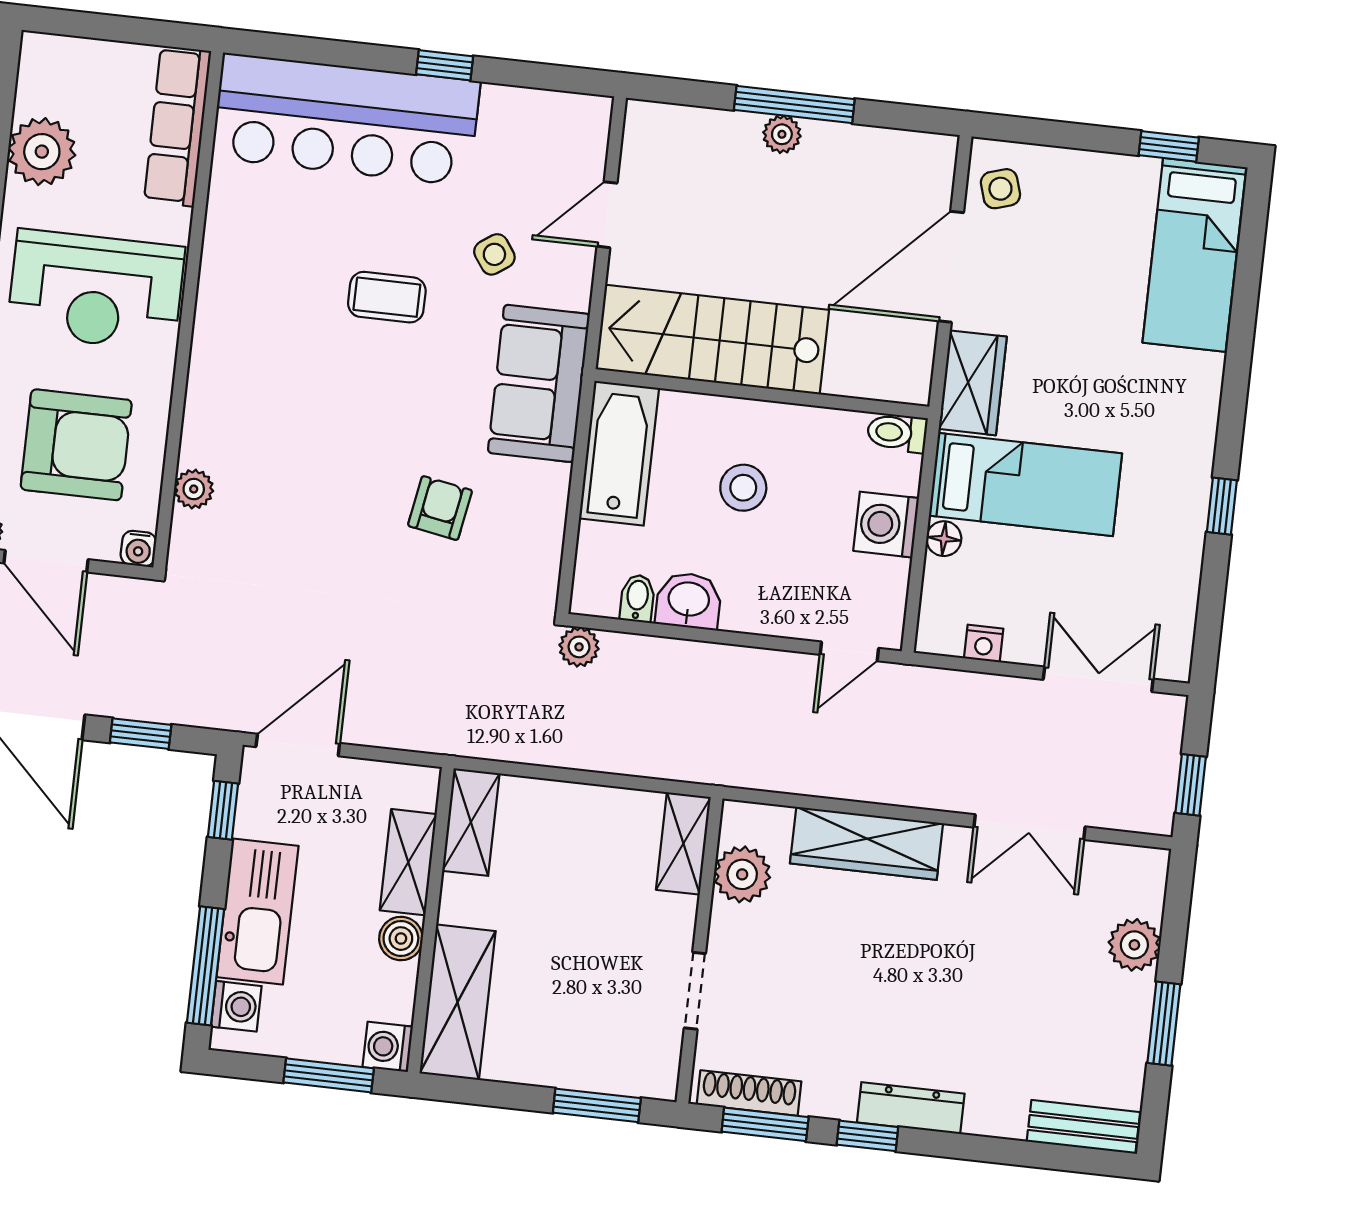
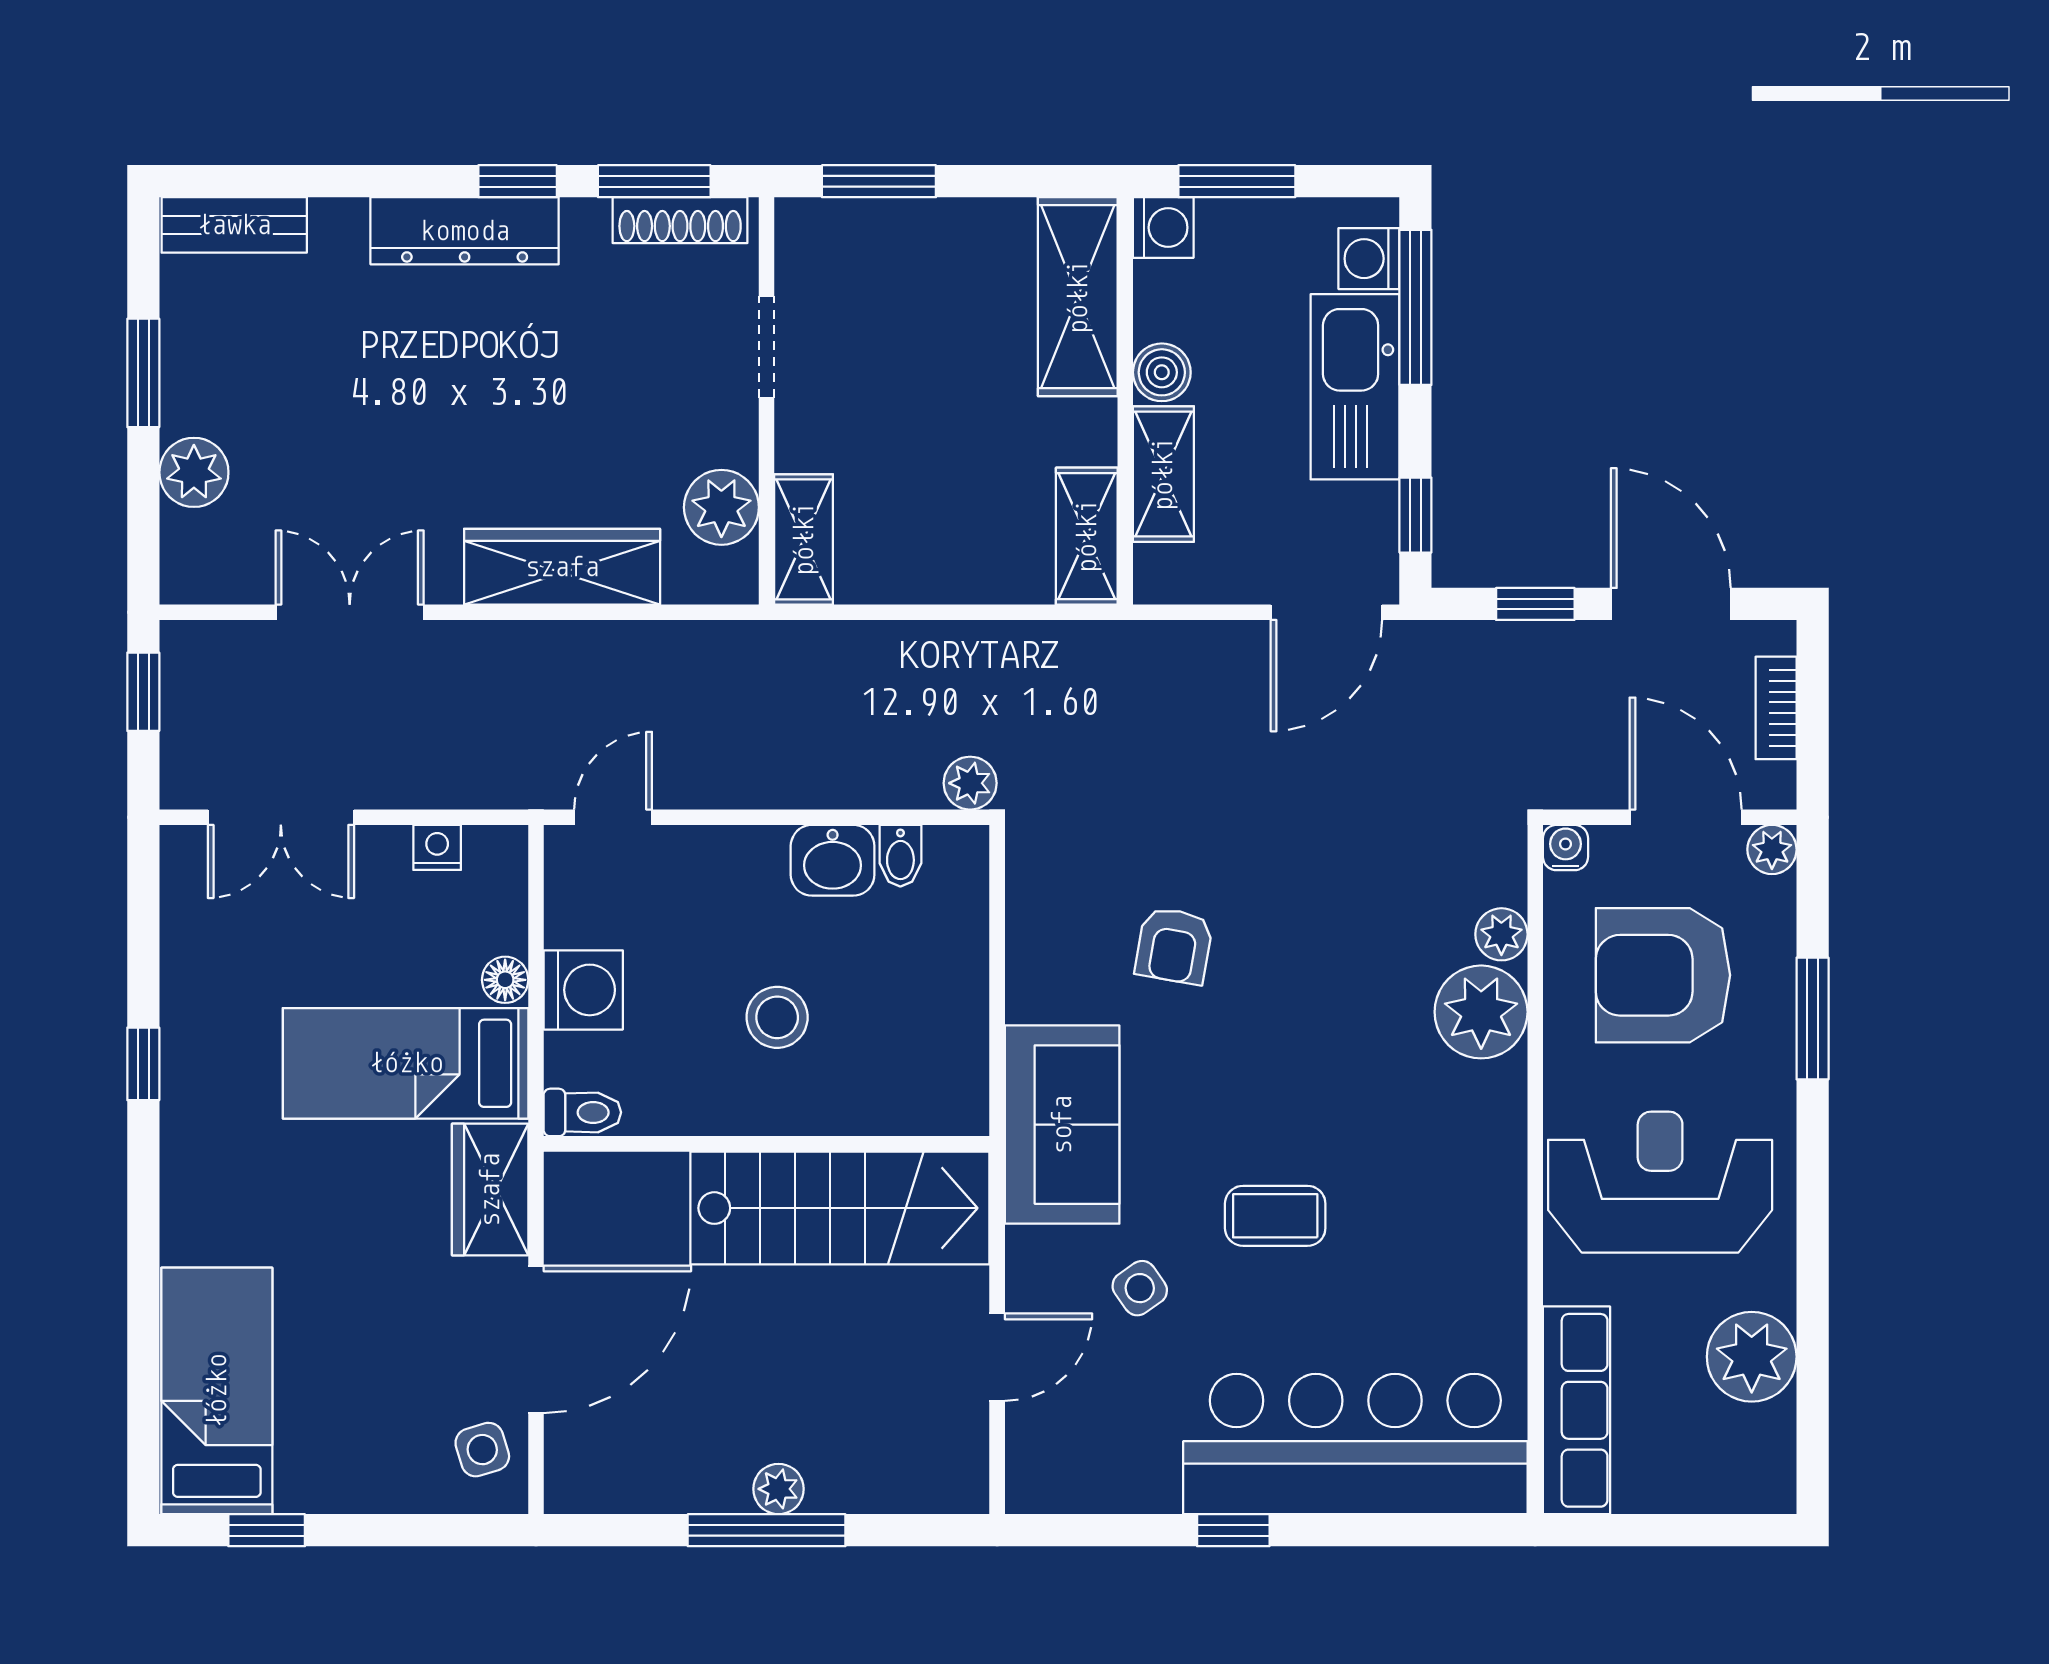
plant: (216, 433) -> (1481, 1012), added
bathtub: (619, 453) -> (946, 1044), removed
dresser: (911, 1108) -> (465, 231), width x1.37, depth x1.24

